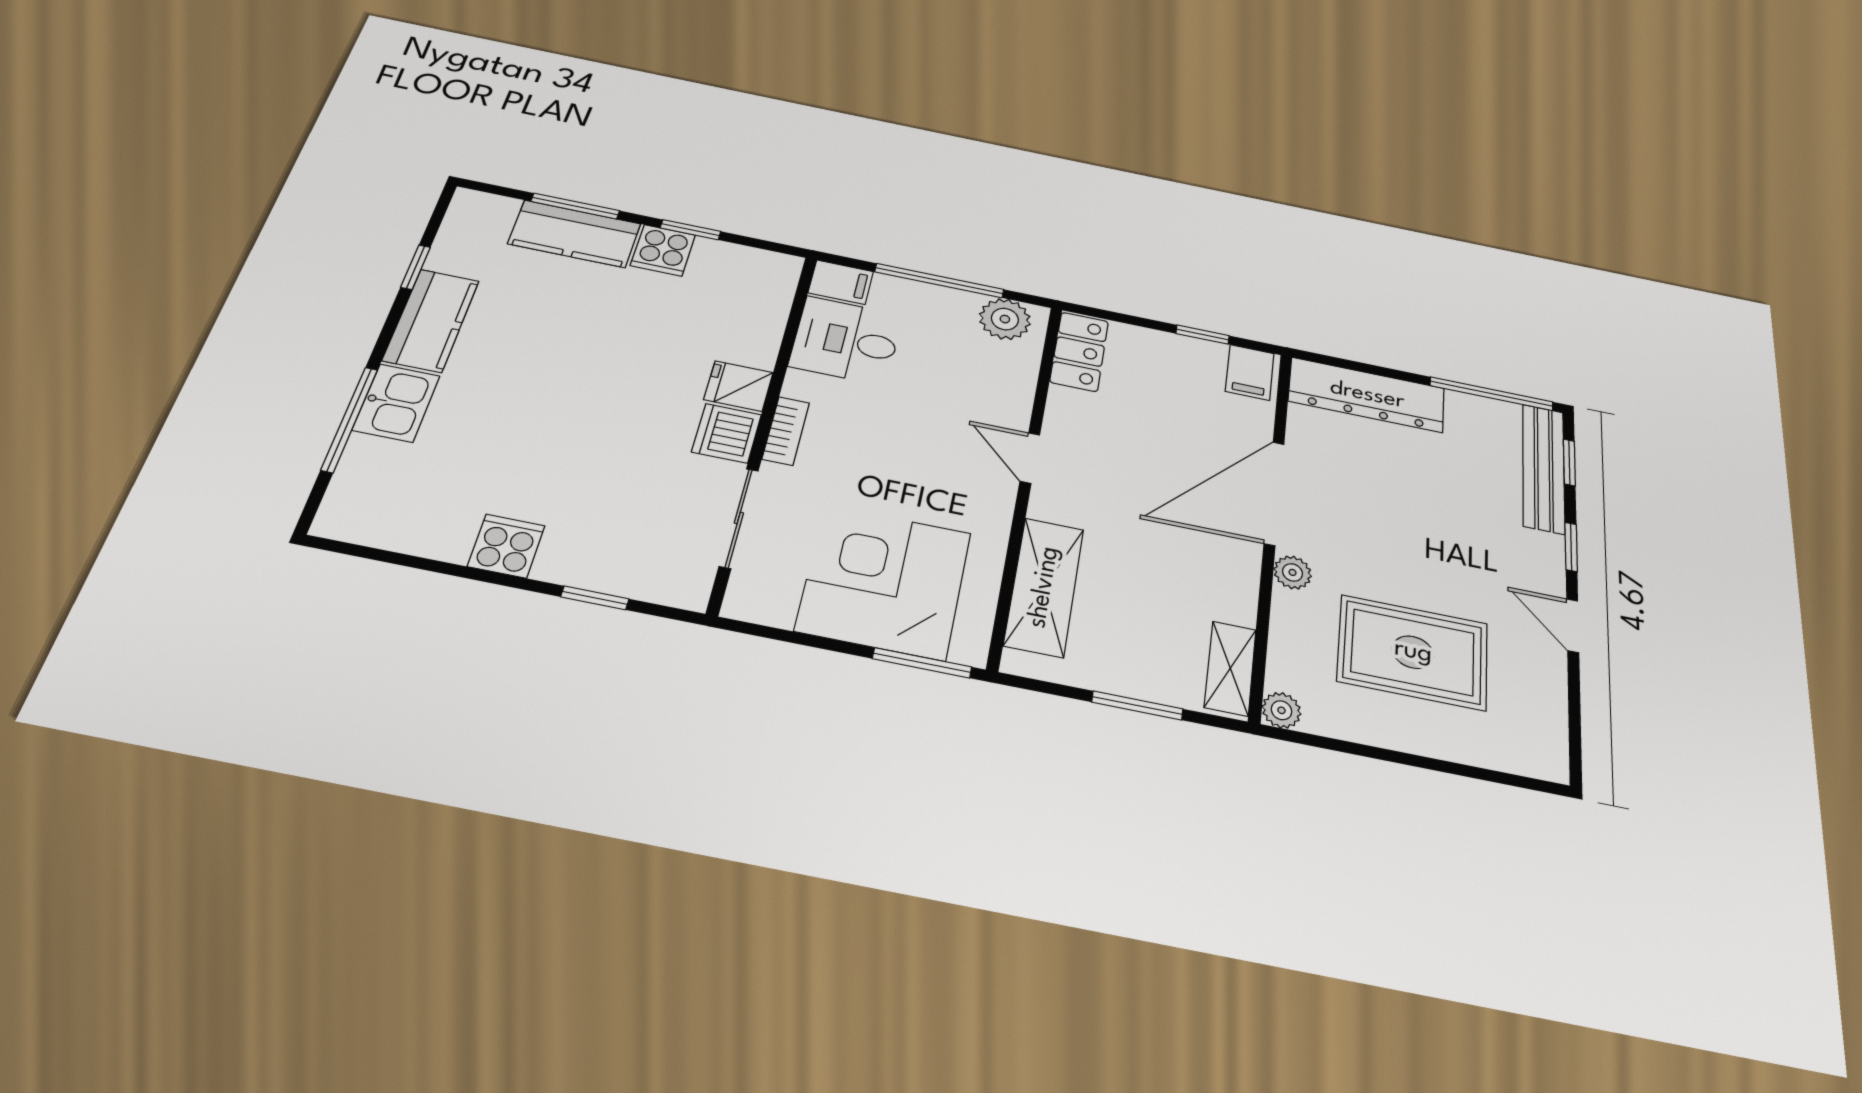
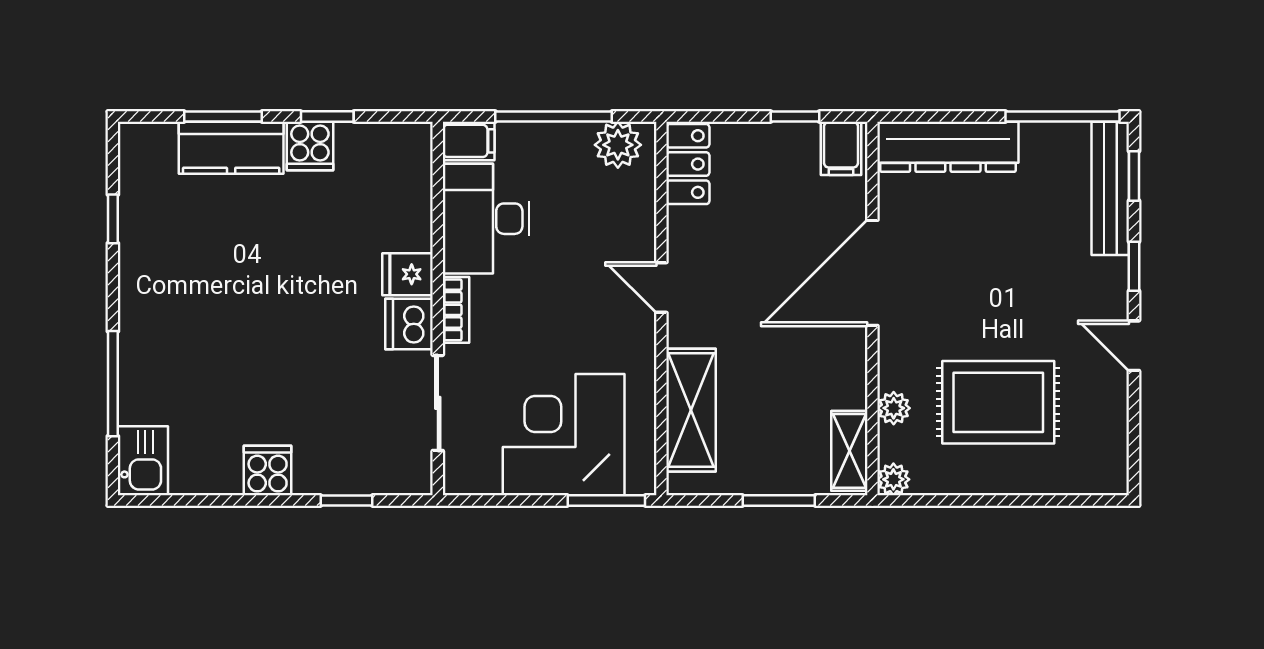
kitchen counter: (431, 320) -> (143, 271), removed
desk: (846, 340) -> (486, 219), width x1.37
kitchen sink: (396, 403) -> (143, 461), moved
plant: (1293, 572) -> (894, 408), moved

